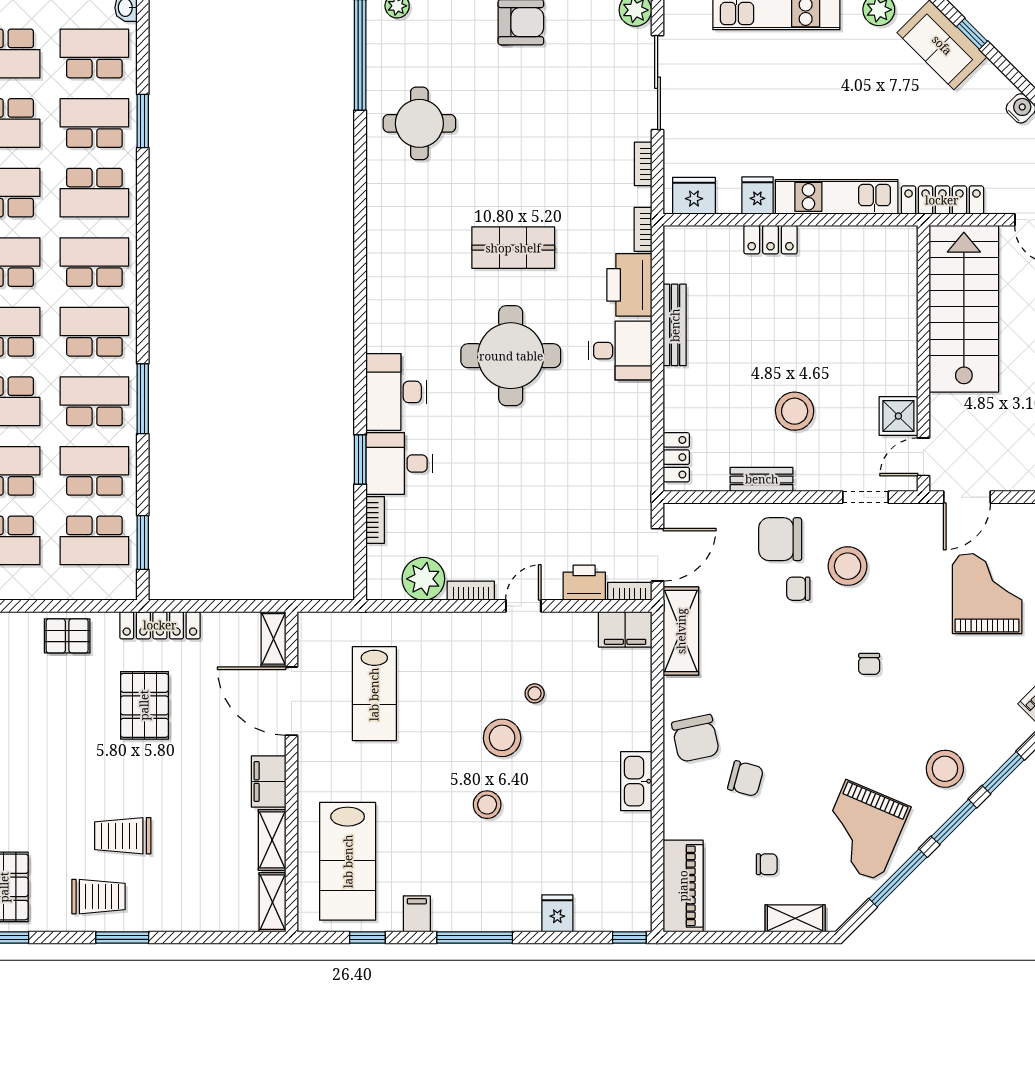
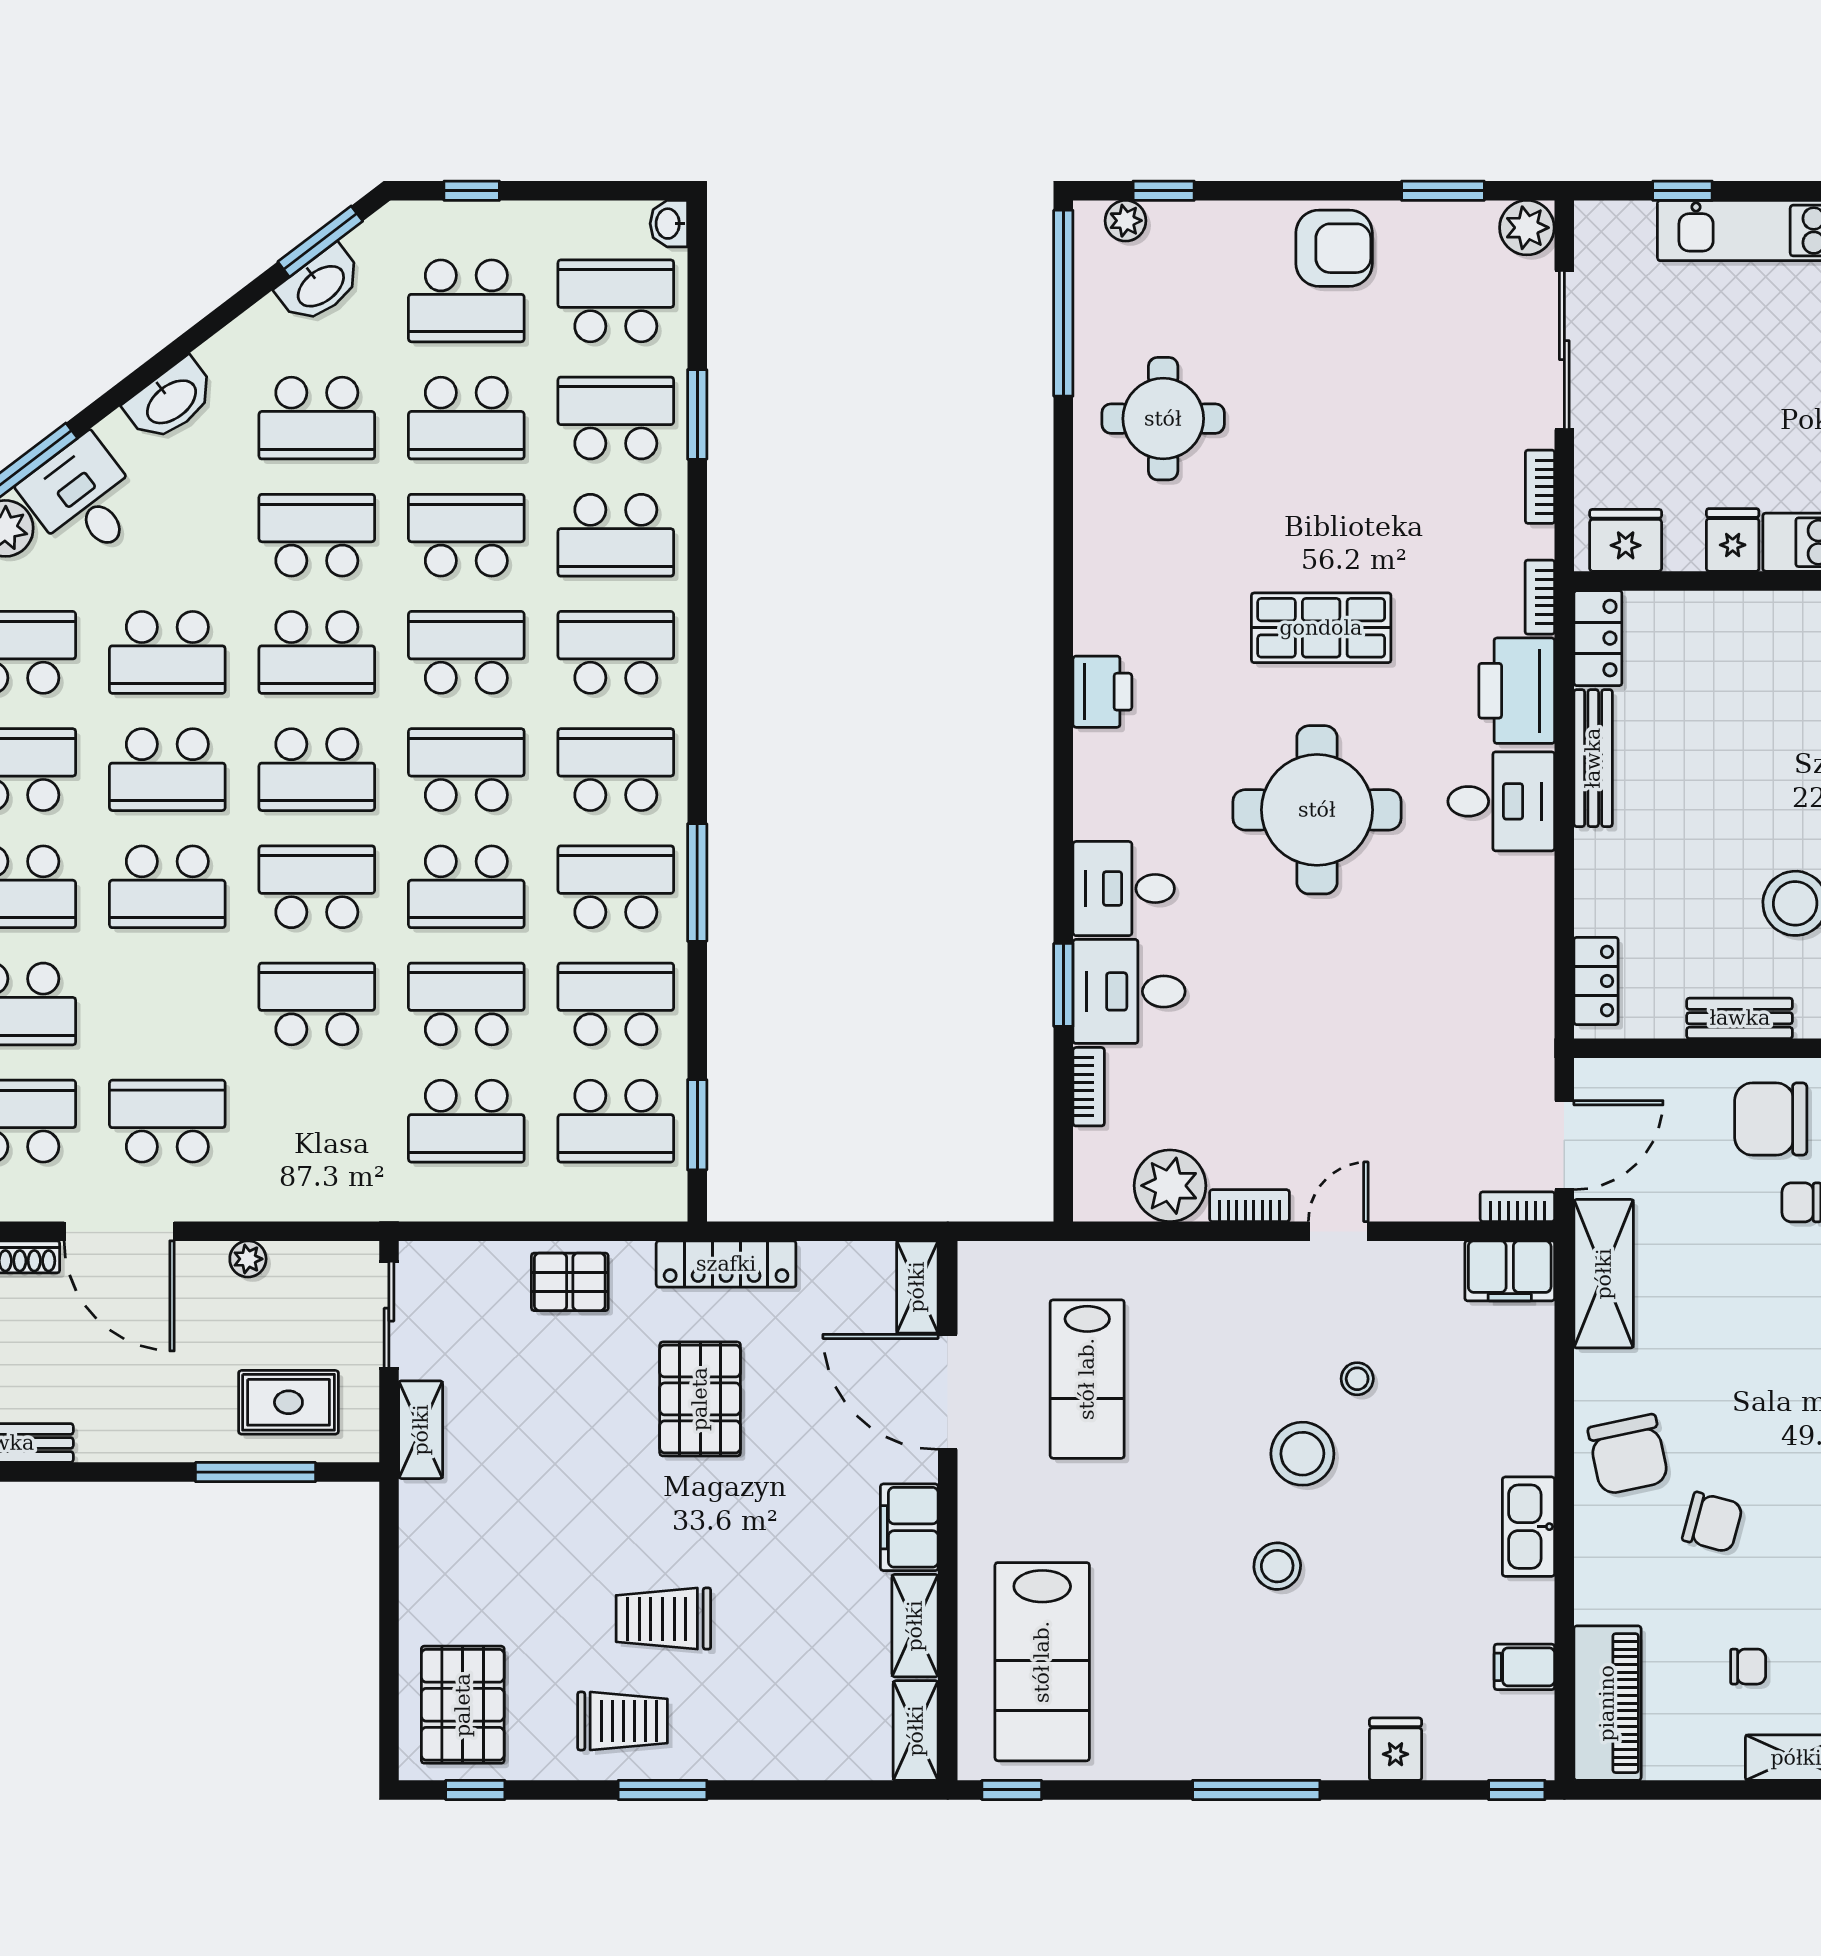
locker: (771, 240) -> (1598, 638), moved, turned -90
desk: (396, 392) -> (1124, 889), width x0.73
printer: (584, 583) -> (1102, 692), moved, turned 90
filing cabinet: (417, 914) -> (1524, 1667), moved, turned -90
window: (367, 938) -> (1012, 1790), moved

